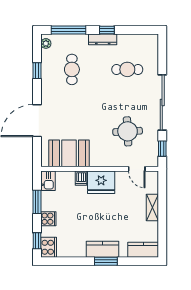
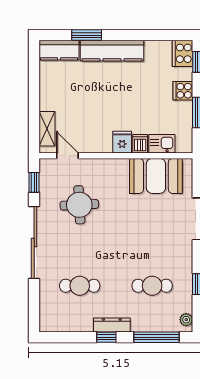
cafe table: (72, 69) -> (152, 286), turned 90
kitchen sink: (48, 181) -> (162, 144), moved, turned 90
fridge: (101, 182) -> (122, 142), width x0.53, depth x0.75
shelving: (152, 207) -> (47, 129), moved
kitchen counter: (103, 249) -> (112, 51), width x1.50
window: (106, 261) -> (87, 35), moved

